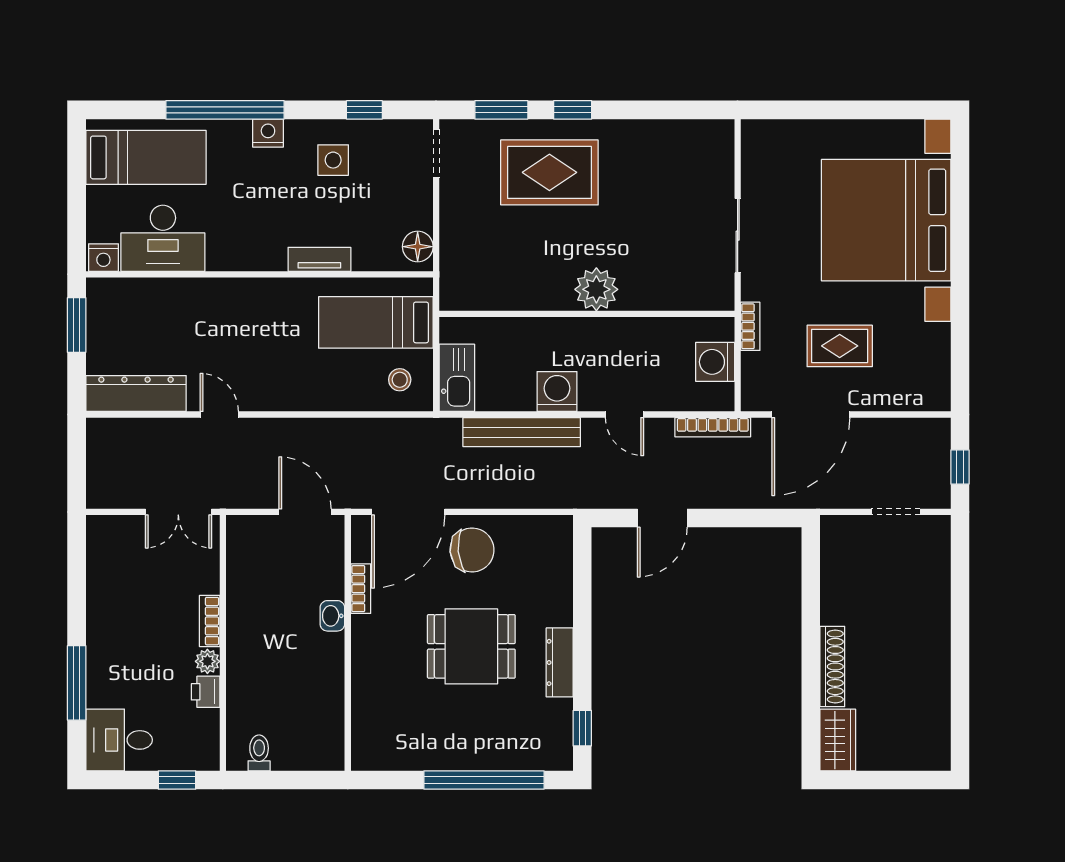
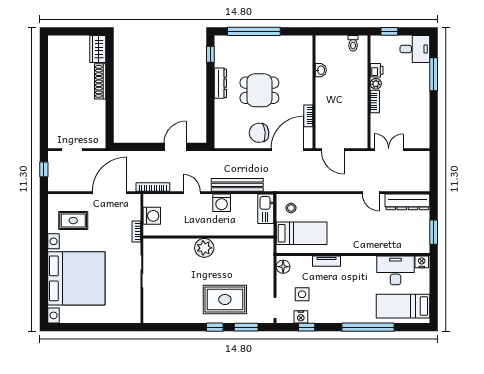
nightstand: (268, 133) -> (301, 317), moved
side table: (333, 160) -> (302, 294), moved
rug: (840, 346) -> (73, 221), moved
washbasin: (332, 616) -> (321, 70), moved

